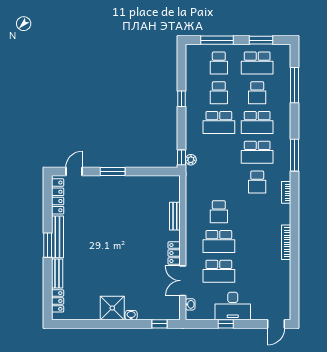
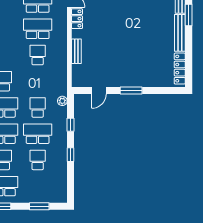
window: (217, 40) -> (39, 206), width x0.69
school desk: (219, 63) -> (38, 107), moved
window: (182, 157) -> (70, 125), moved
door: (74, 172) -> (99, 90), moved
window: (48, 245) -> (189, 15), moved

